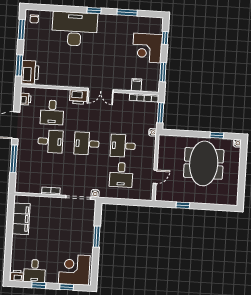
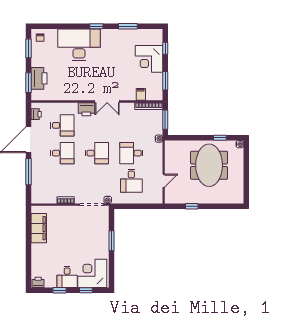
printer: (30, 72) -> (39, 78), moved
desk: (52, 112) -> (62, 125), turned -90
desk: (87, 144) -> (97, 153), turned 180
desk: (35, 271) -> (67, 277), moved

